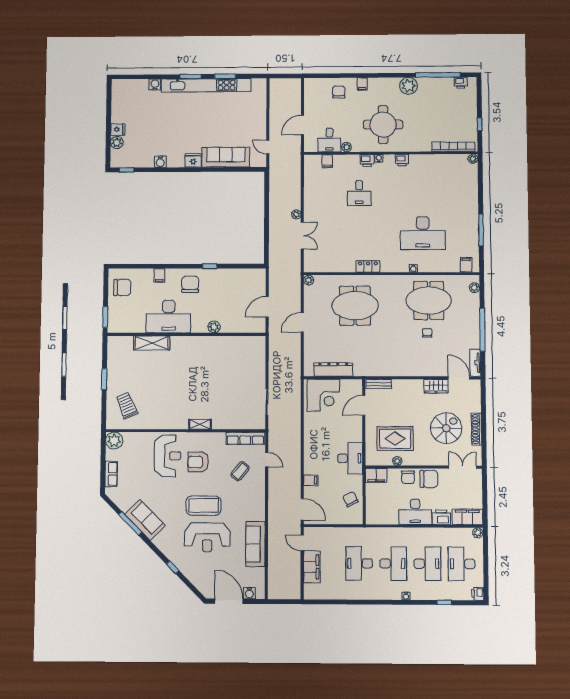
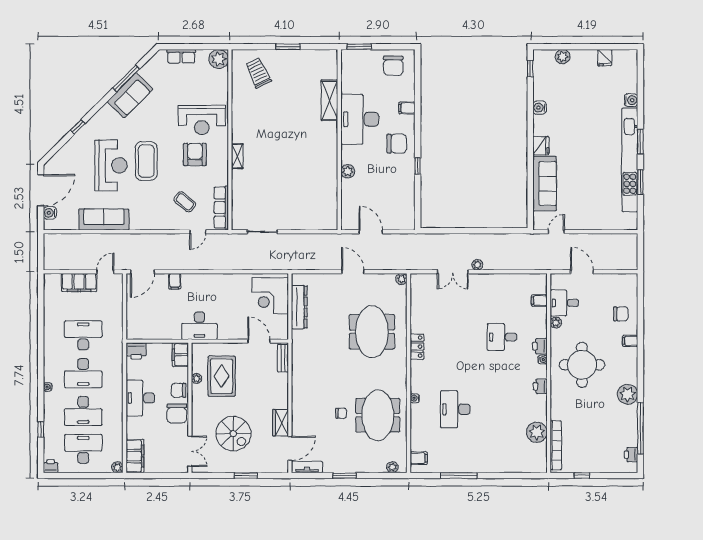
fridge: (118, 129) -> (605, 58), moved
plant: (473, 159) -> (537, 432), moved, width x1.87, depth x1.87
desk: (423, 233) -> (455, 409), width x0.73, depth x0.77
window: (482, 330) -> (345, 476), width x0.47
trolley: (127, 406) -> (258, 73), turned -93
window: (484, 417) -> (246, 476), added
shoe rack: (476, 429) -> (232, 467), removed
chair: (350, 499) -> (154, 326), removed
printer: (441, 517) -> (136, 351), moved, turned 90
reception desk: (207, 537) -> (111, 165), turned 180

